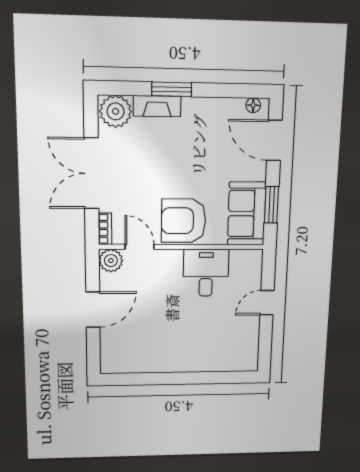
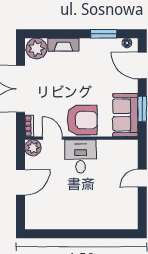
window: (172, 89) -> (104, 34), moved
armchair: (184, 221) -> (82, 120), turned 180
desk: (206, 273) -> (81, 156), moved

